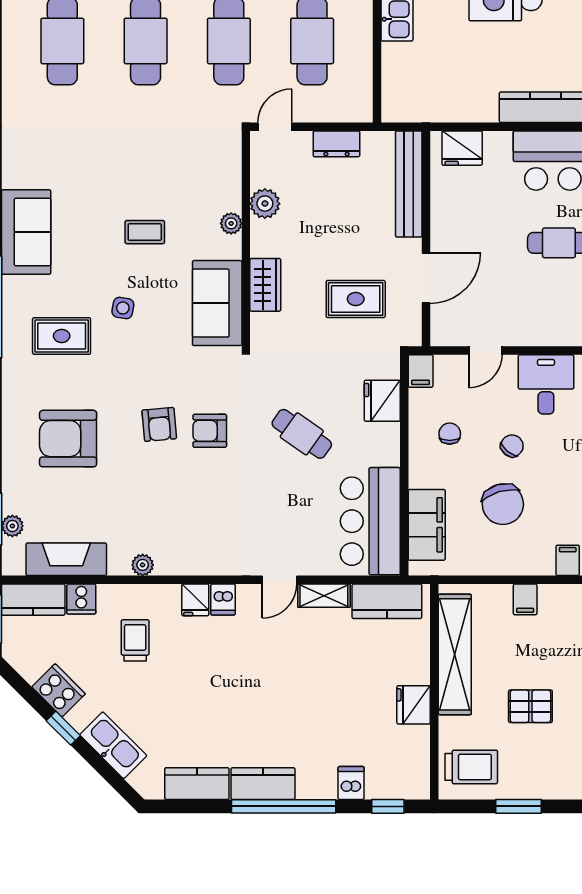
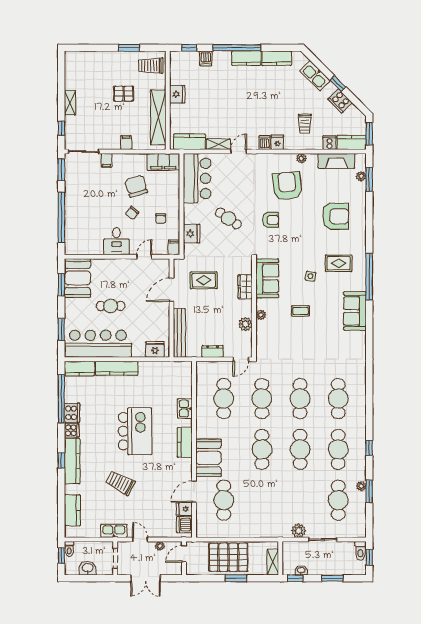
armchair: (159, 424) -> (287, 186), moved, width x1.88, depth x1.88
filing cabinet: (427, 525) -> (163, 162), moved, turned -90

